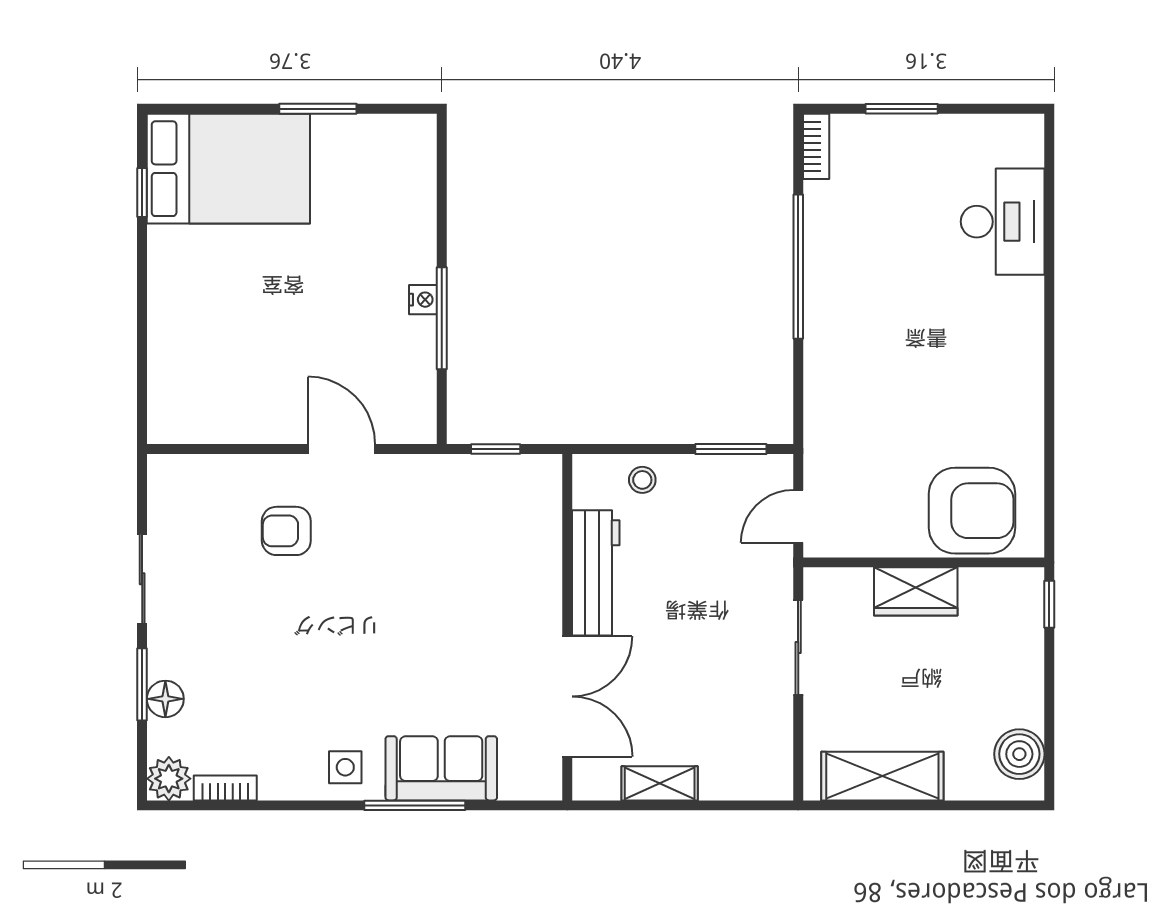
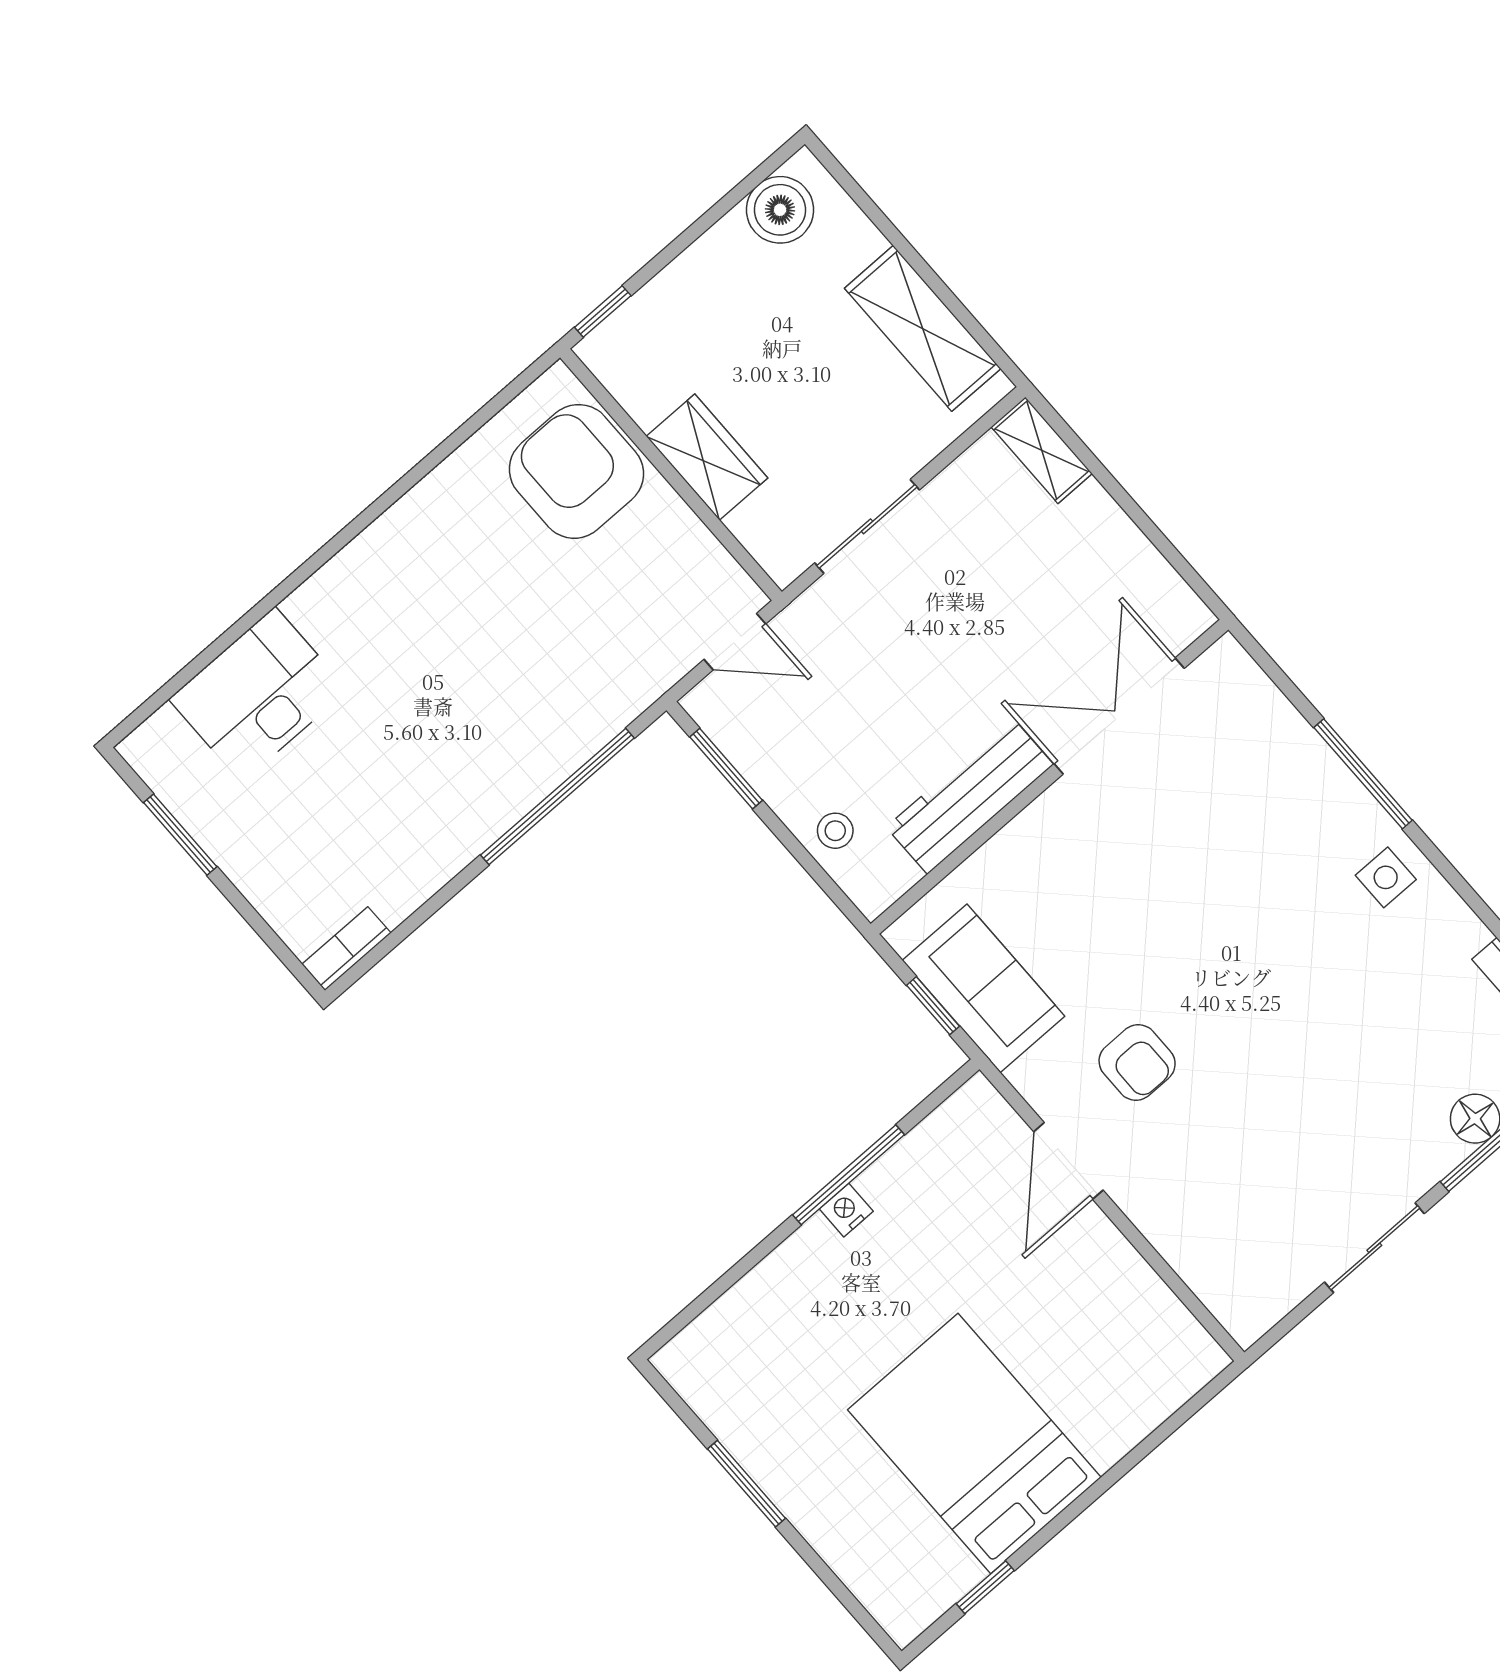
window: (902, 109) -> (180, 835), moved
bed: (228, 169) -> (974, 1444), moved
window: (798, 267) -> (557, 796), moved
armchair: (286, 531) -> (1137, 1062), moved
sofa: (441, 768) -> (984, 988), moved, turned 180
shelving: (660, 783) -> (1042, 450), moved

